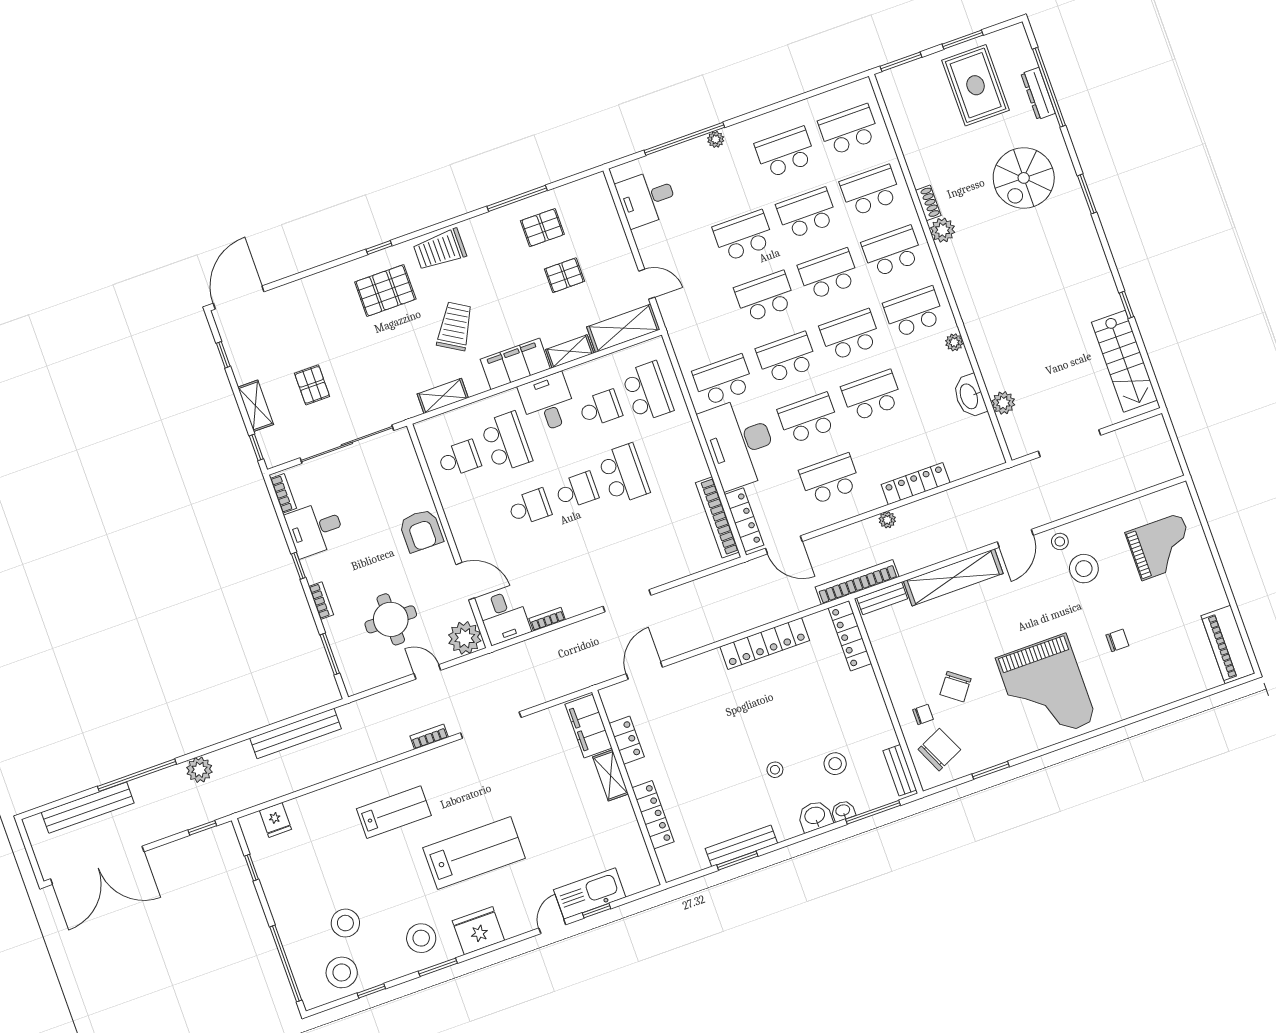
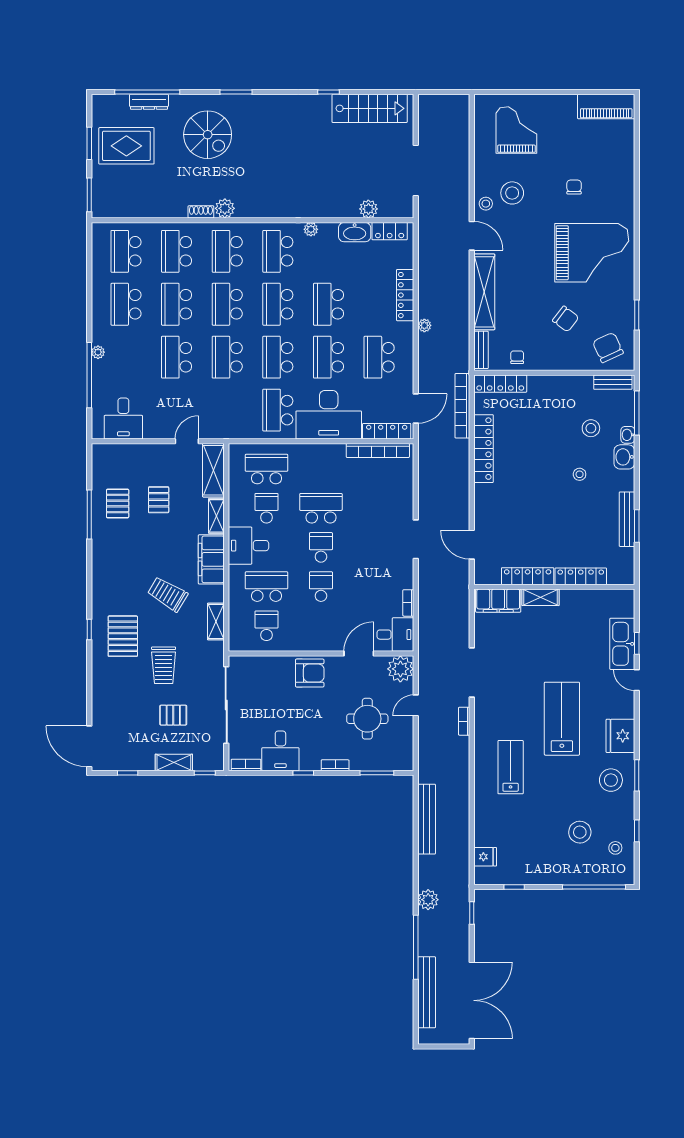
trolley: (440, 250) -> (164, 665), moved
locker: (986, 438) -> (390, 231), added
bookcase: (857, 582) -> (462, 406), moved
chair: (923, 714) -> (517, 357), moved
locker: (627, 740) -> (528, 576), width x1.53
stool: (342, 972) -> (615, 848), width x0.53, depth x0.53

